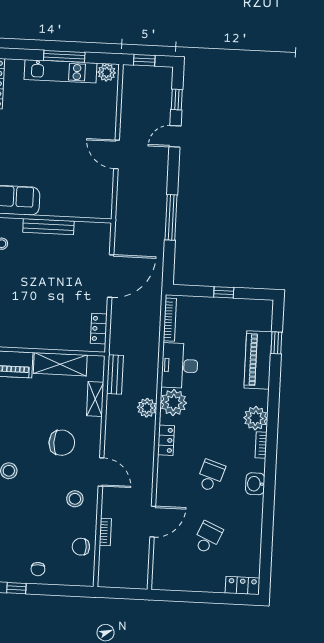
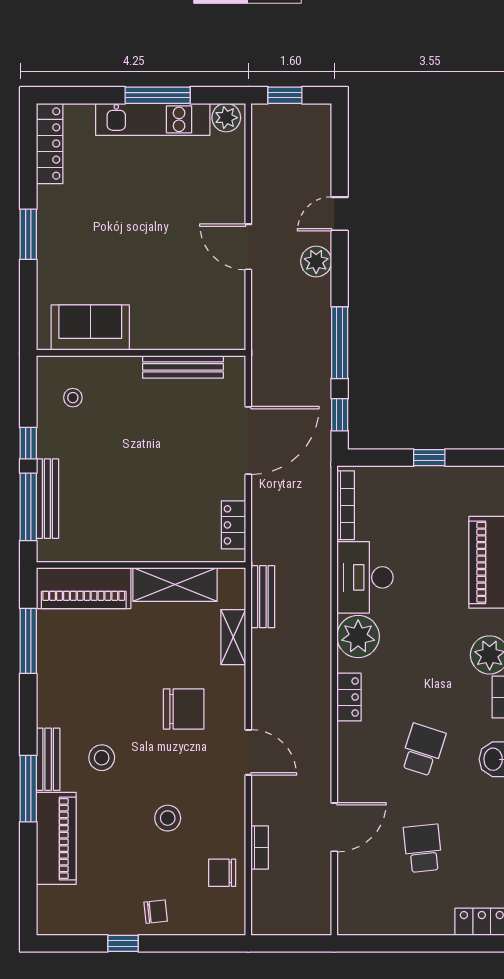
window: (177, 100) -> (340, 415), moved
bench: (48, 227) -> (183, 367), moved
plant: (147, 408) -> (316, 261), moved
stool: (75, 499) -> (168, 818), moved
school desk: (208, 538) -> (423, 848), turned -30
chair: (38, 569) -> (156, 912), turned -96

